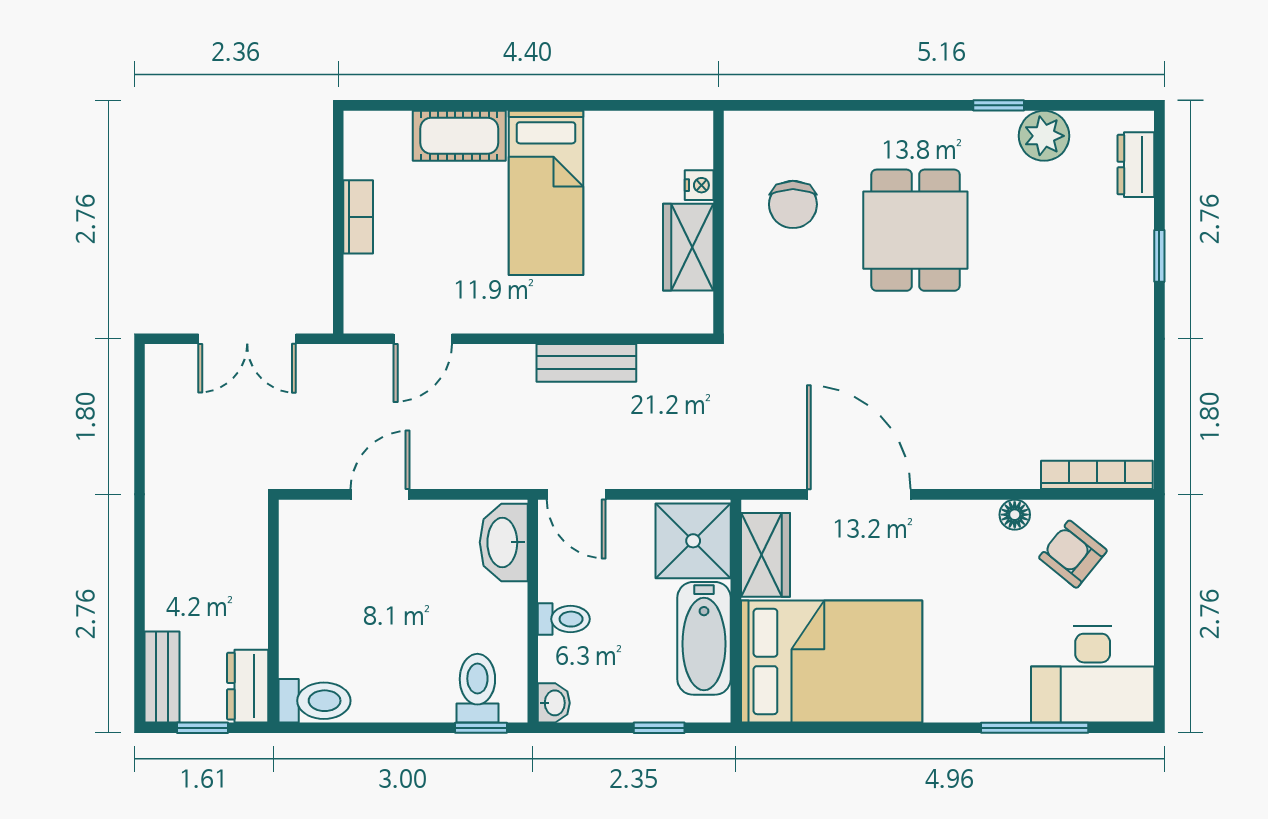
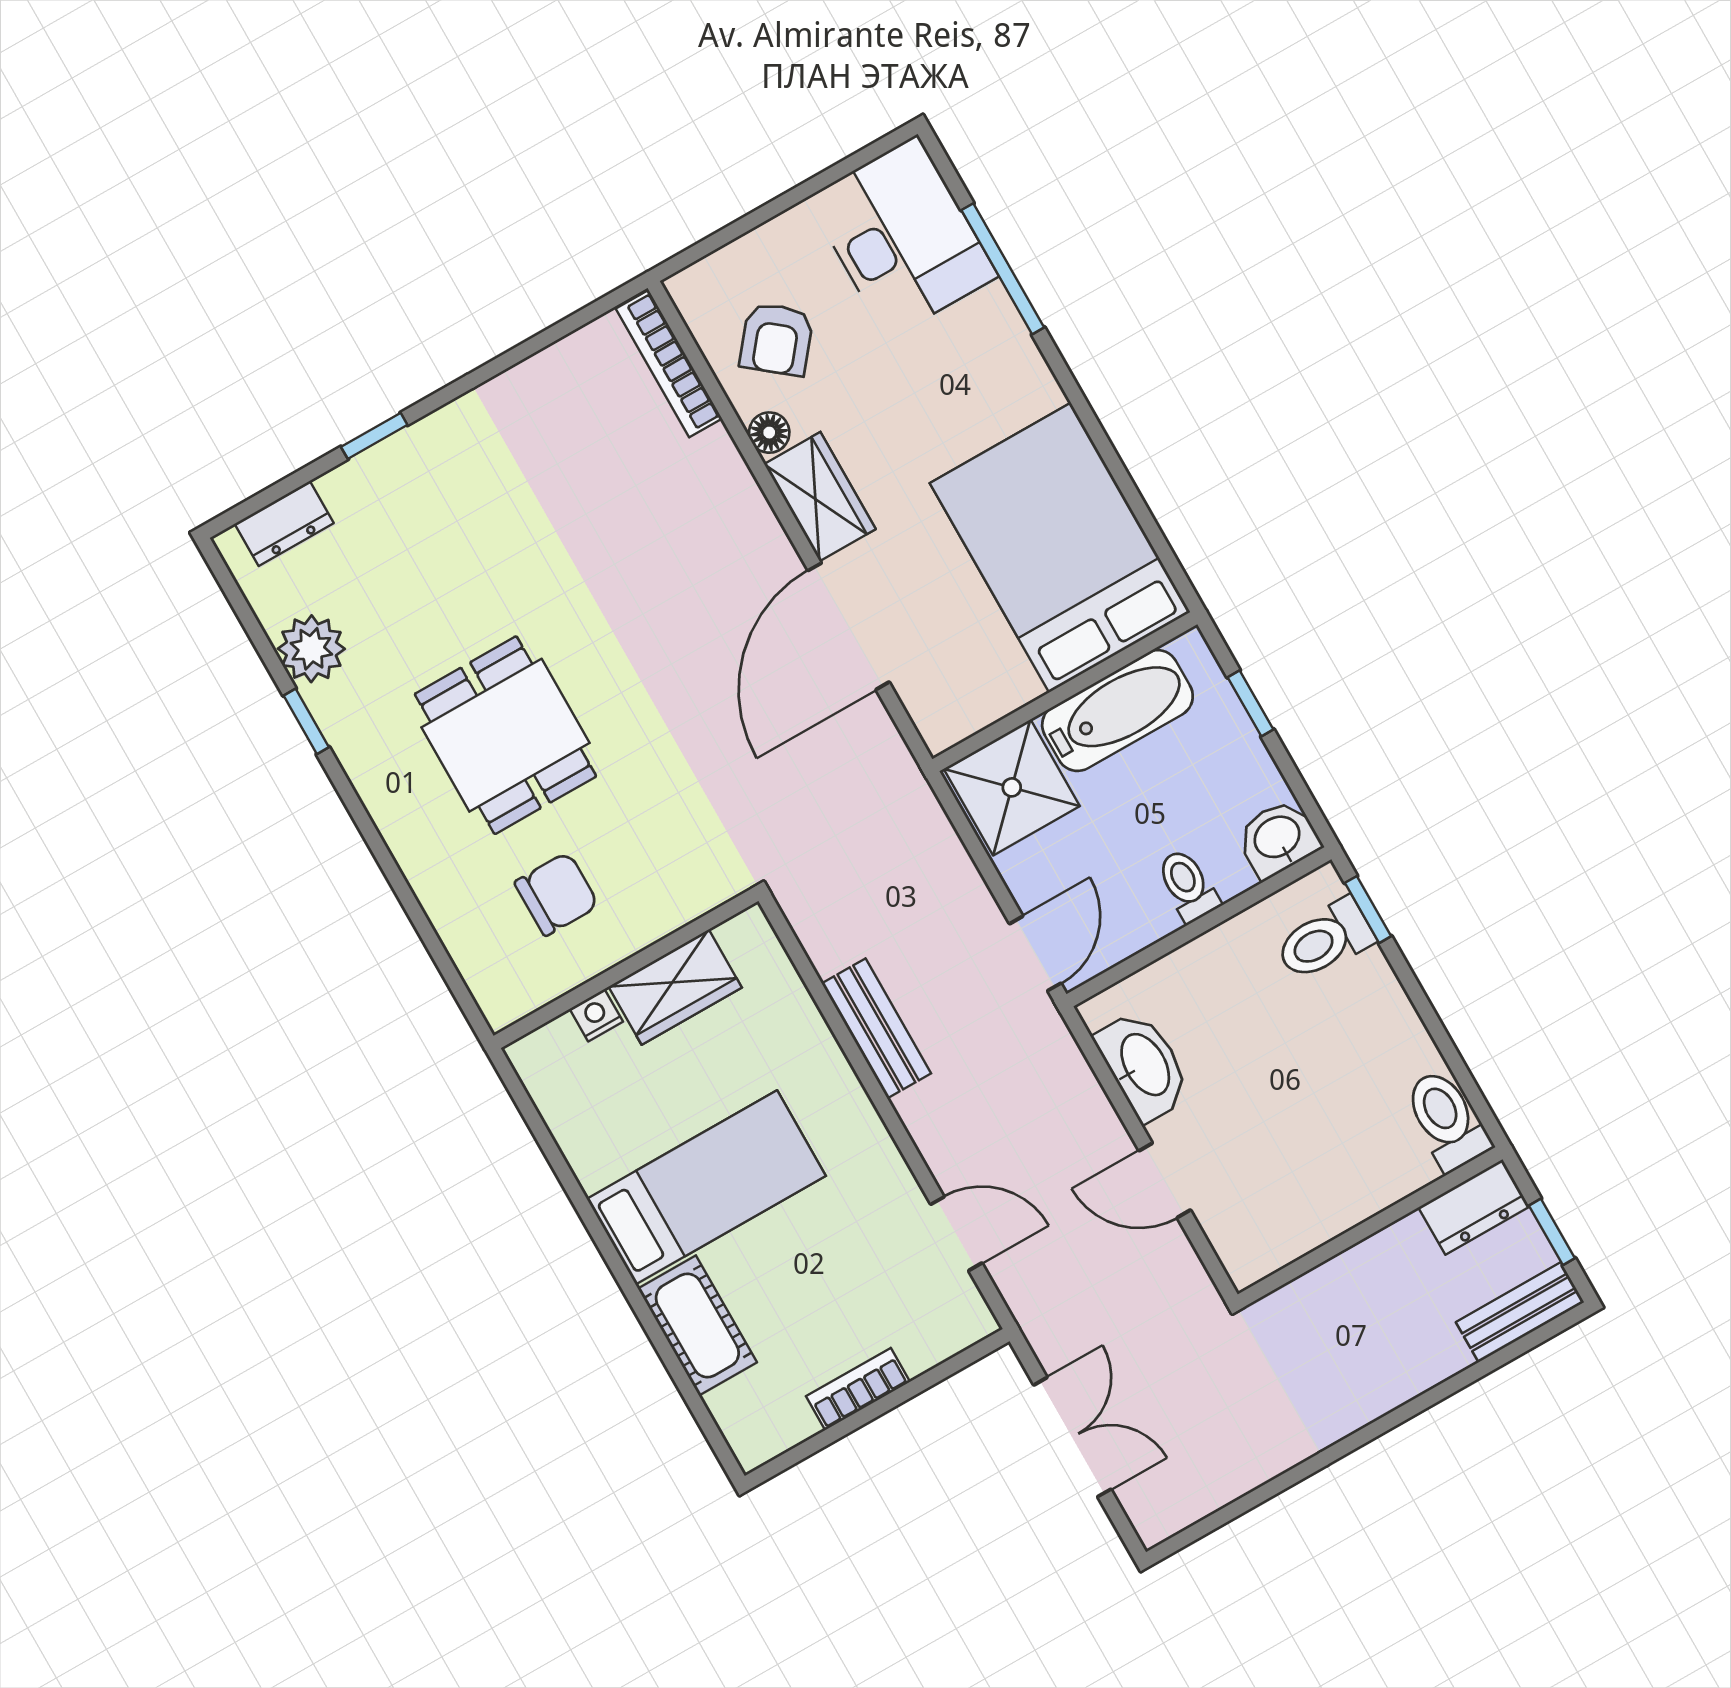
dining table: (915, 230) -> (505, 735), turned 90
washbasin: (504, 542) -> (1144, 1066), moved, turned -90
wardrobe: (765, 555) -> (820, 497), moved, turned 90
washbasin: (554, 703) -> (1278, 838), width x1.38, depth x1.45

